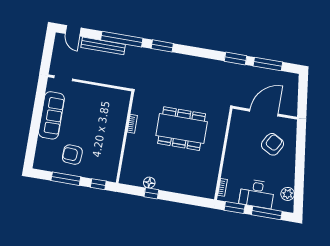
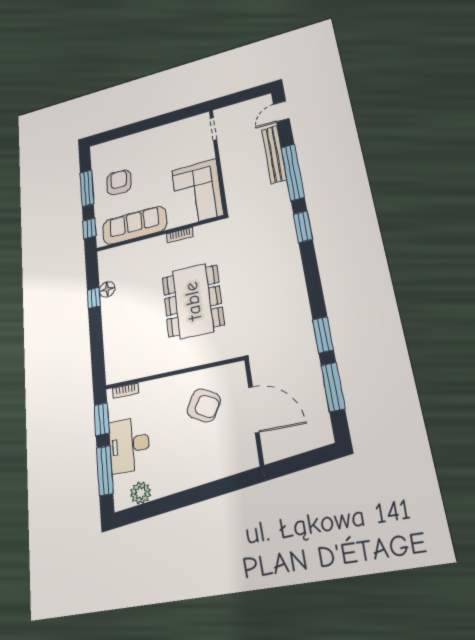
corner sofa: (106, 103) -> (197, 192), added
sofa: (51, 115) -> (134, 225), moved, turned 180
armchair: (272, 144) -> (204, 405), moved

